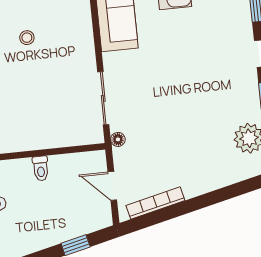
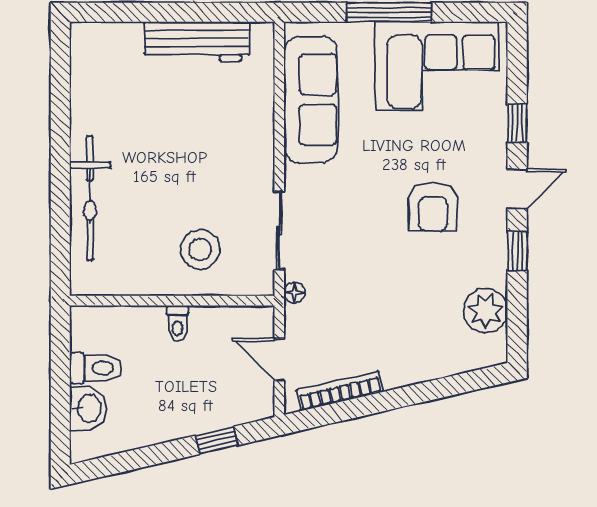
stool: (27, 38) -> (200, 249), moved, width x1.89, depth x1.89
armchair: (206, 72) -> (433, 207), added

